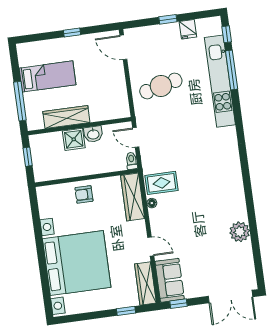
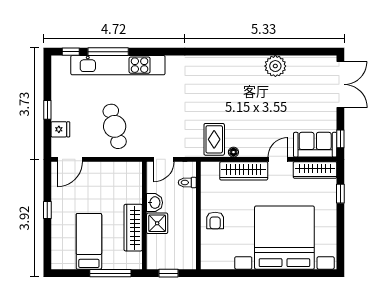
fridge: (188, 29) -> (60, 129), moved
toilet: (132, 161) -> (187, 183), moved
wardrobe: (133, 197) -> (244, 171), moved

